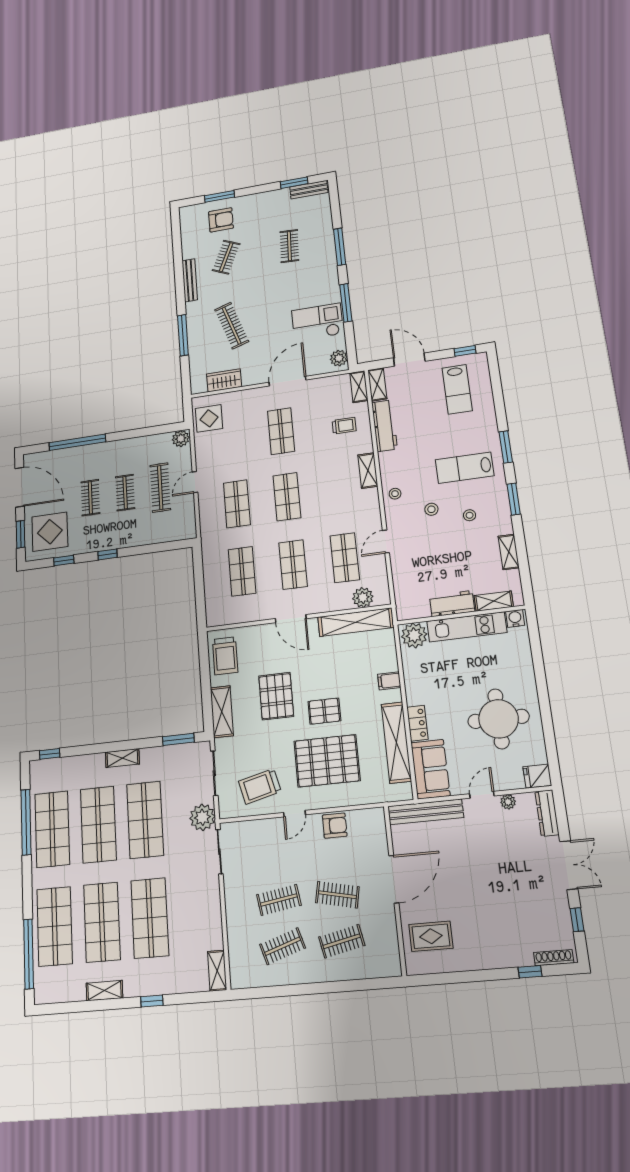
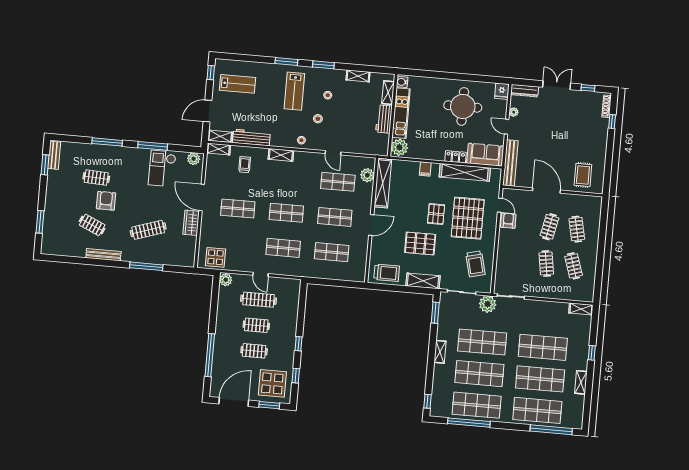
armchair: (221, 220) -> (106, 201), moved
wardrobe: (224, 380) -> (191, 223), moved
door: (294, 814) -> (500, 205), moved

